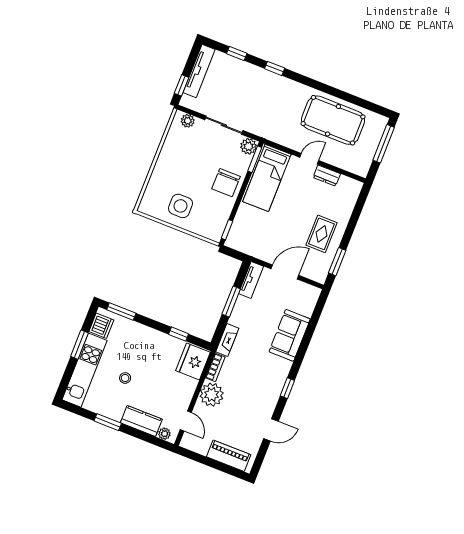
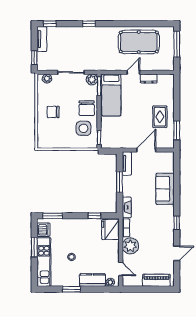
window: (237, 54) -> (50, 24), moved
tv unit: (199, 71) -> (42, 39), width x0.71
chair: (178, 170) -> (53, 112), added
side table: (180, 206) -> (83, 128), moved

